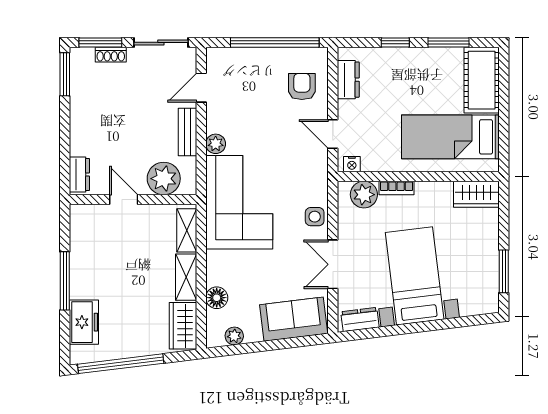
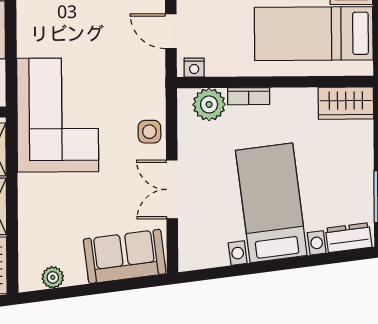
plant: (216, 144) -> (29, 44), removed
floor lamp: (217, 298) -> (31, 231), removed
dresser: (360, 319) -> (349, 238), moved

